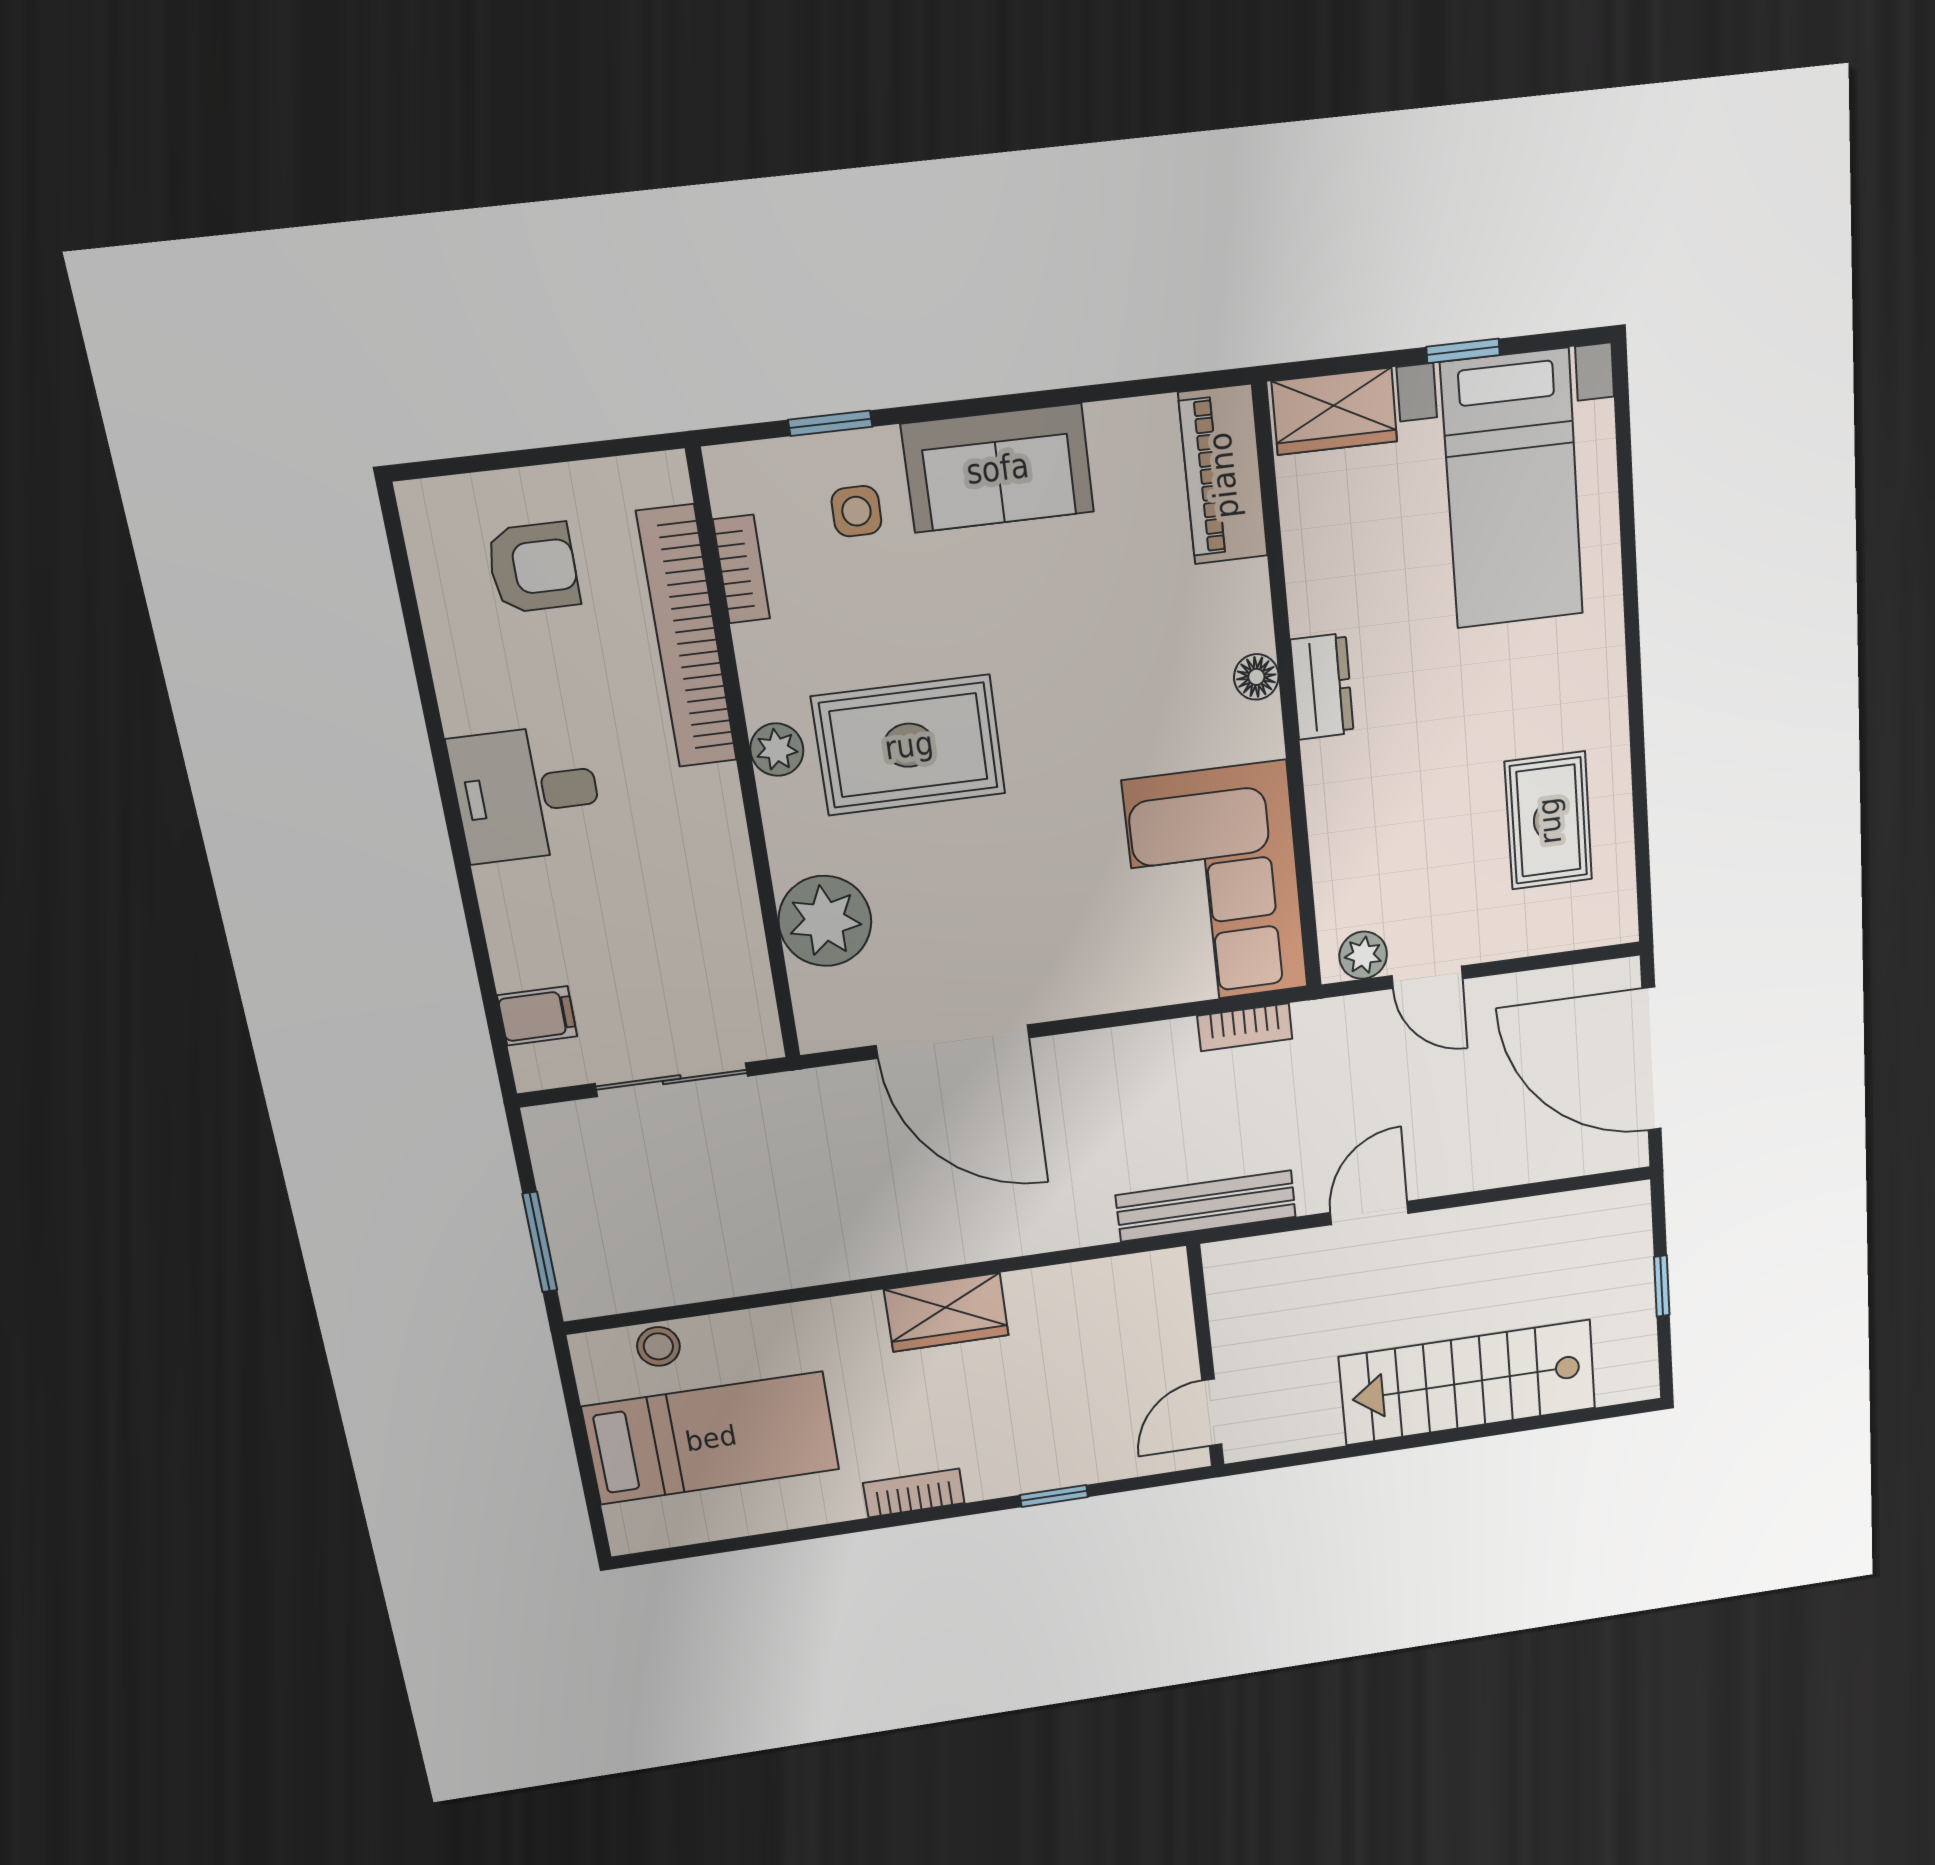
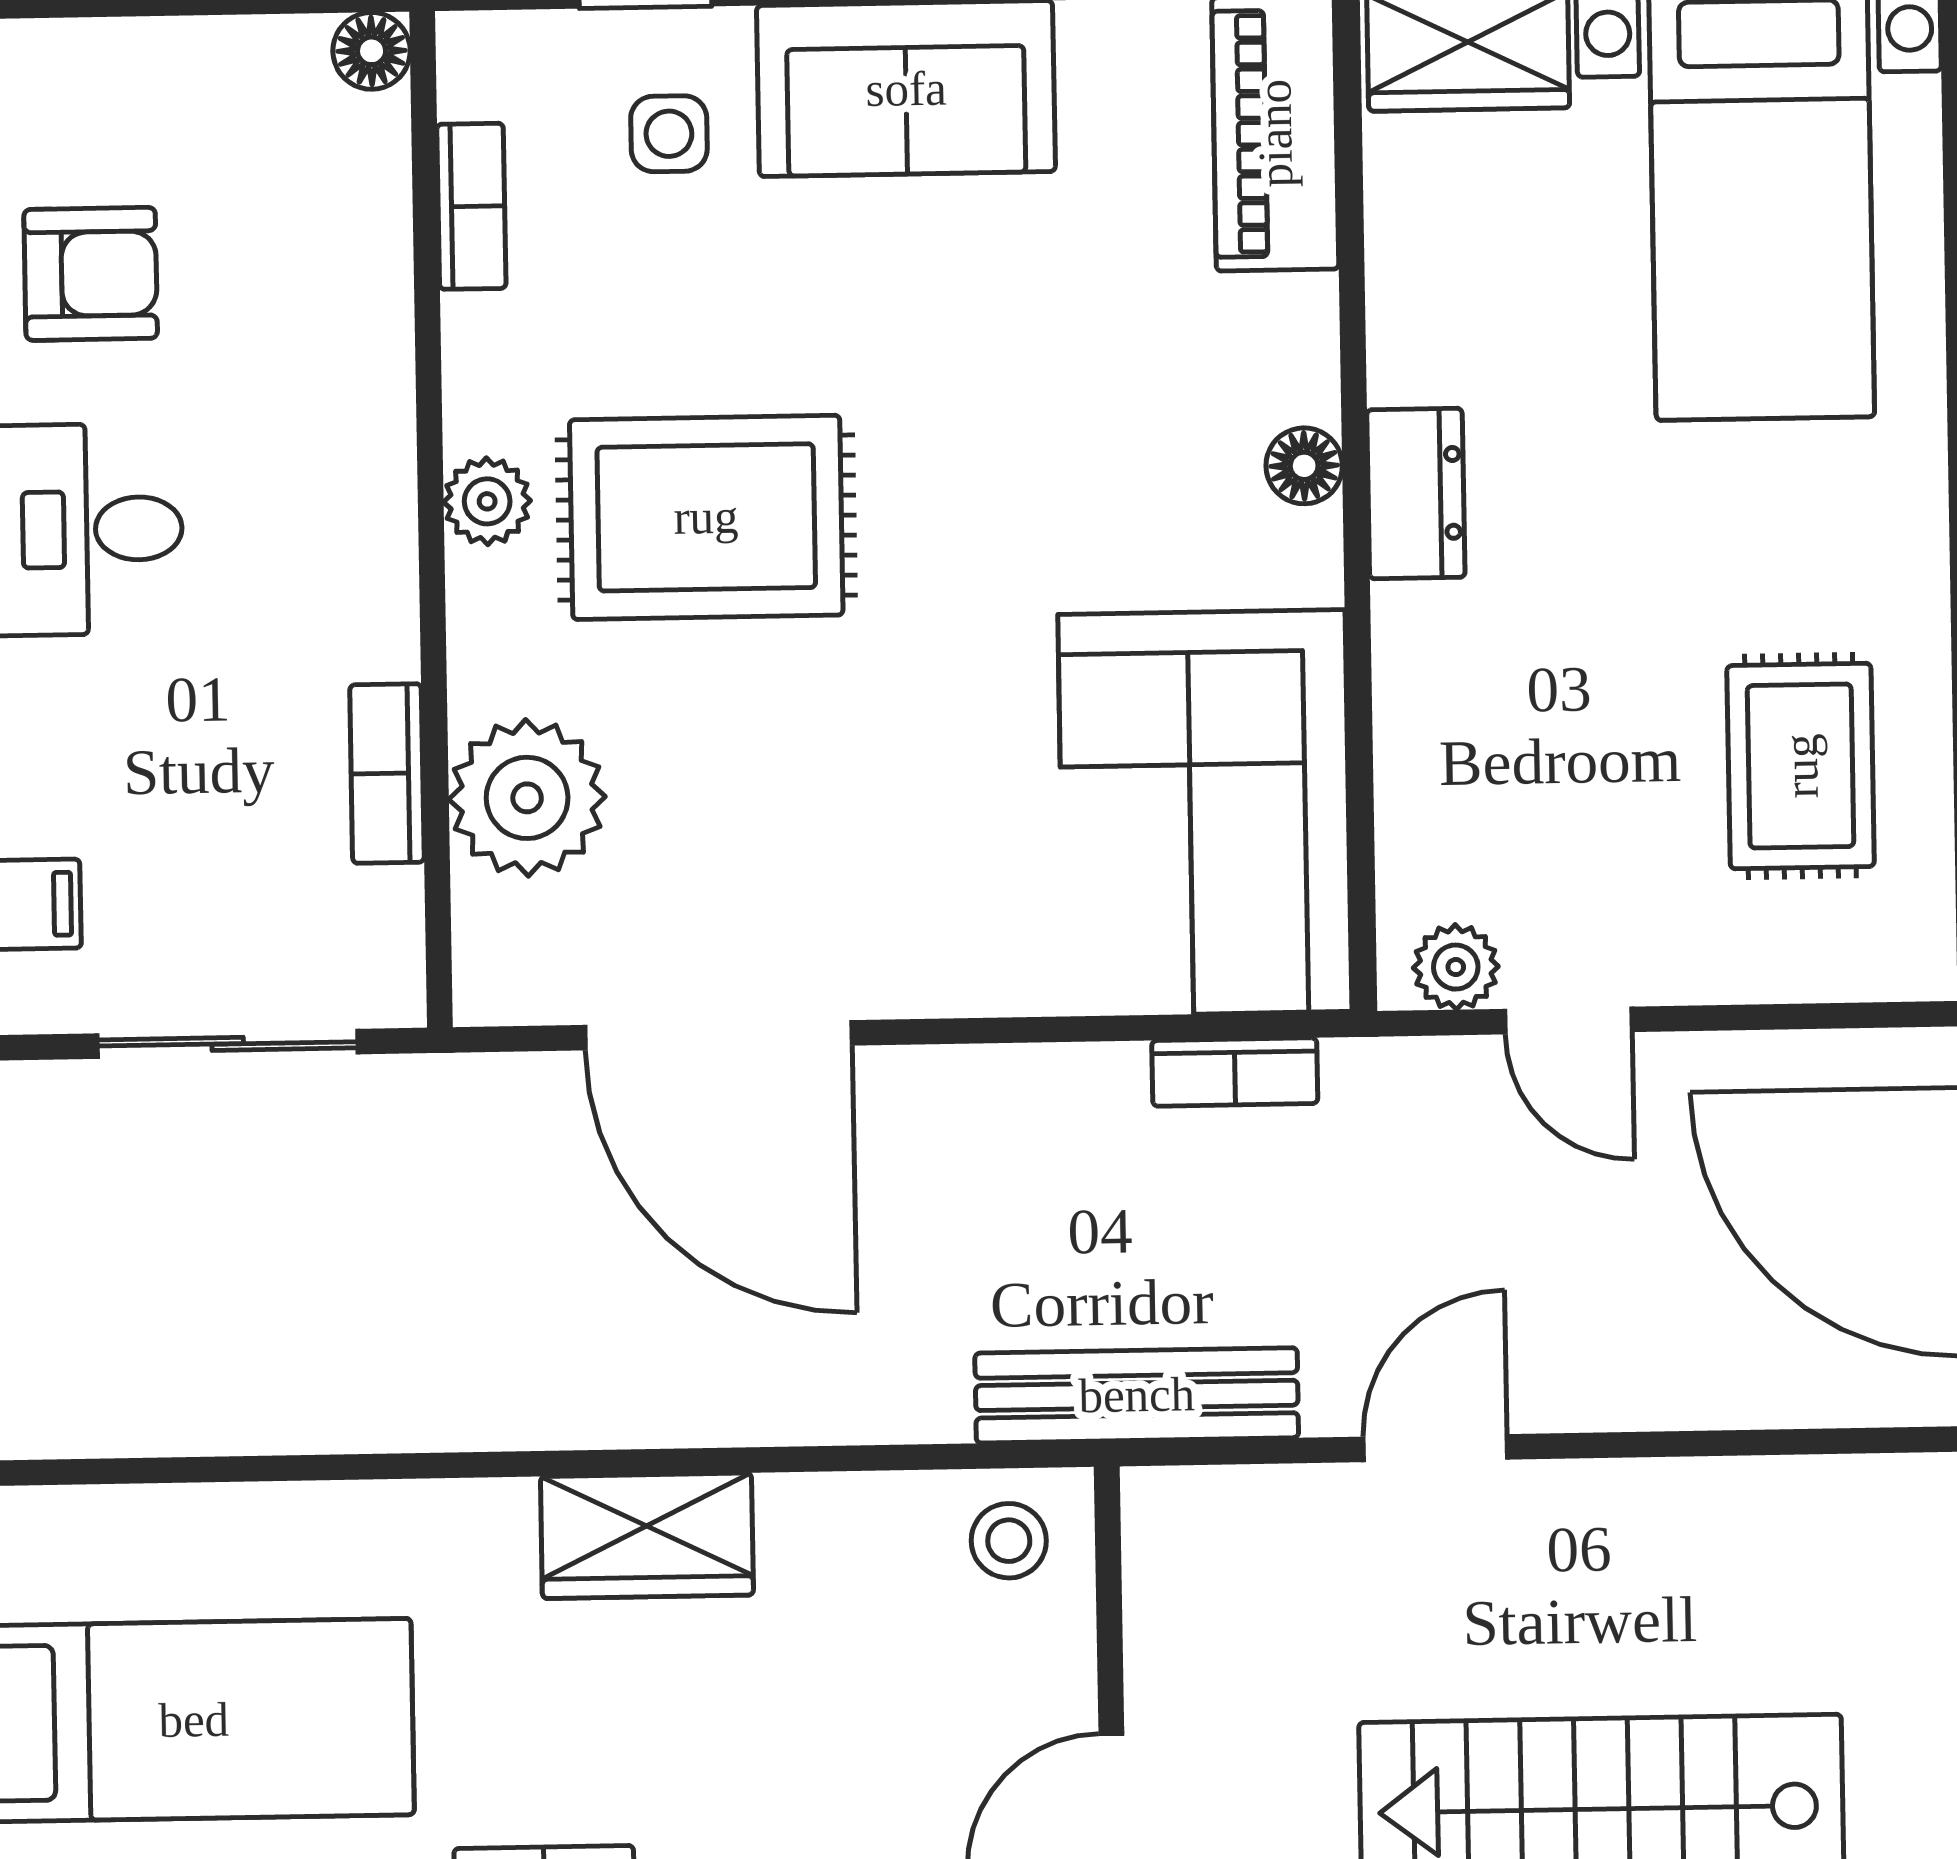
floor lamp: (665, 476) -> (372, 51), added
armchair: (533, 568) -> (91, 274), moved
bookcase: (687, 637) -> (387, 774), moved, width x0.43, depth x0.76
stool: (658, 1346) -> (1009, 1541), moved

